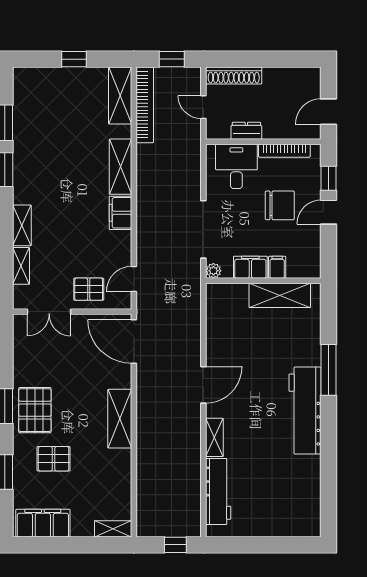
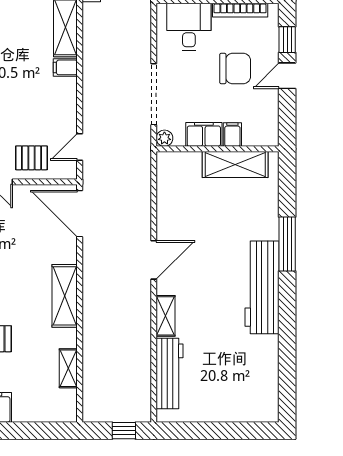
filing cabinet: (120, 213) -> (65, 67), width x0.50
shelving: (113, 529) -> (68, 368), moved, turned 90

